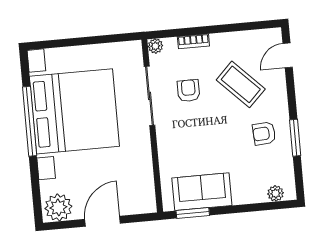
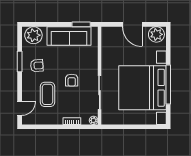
coffee table: (241, 84) -> (47, 94), turned 45
armchair: (188, 91) -> (72, 80), moved
sofa: (202, 192) -> (69, 36), width x1.36
plant: (276, 193) -> (33, 35), width x1.88, depth x1.88
door: (103, 221) -> (132, 24), hinge flipped

